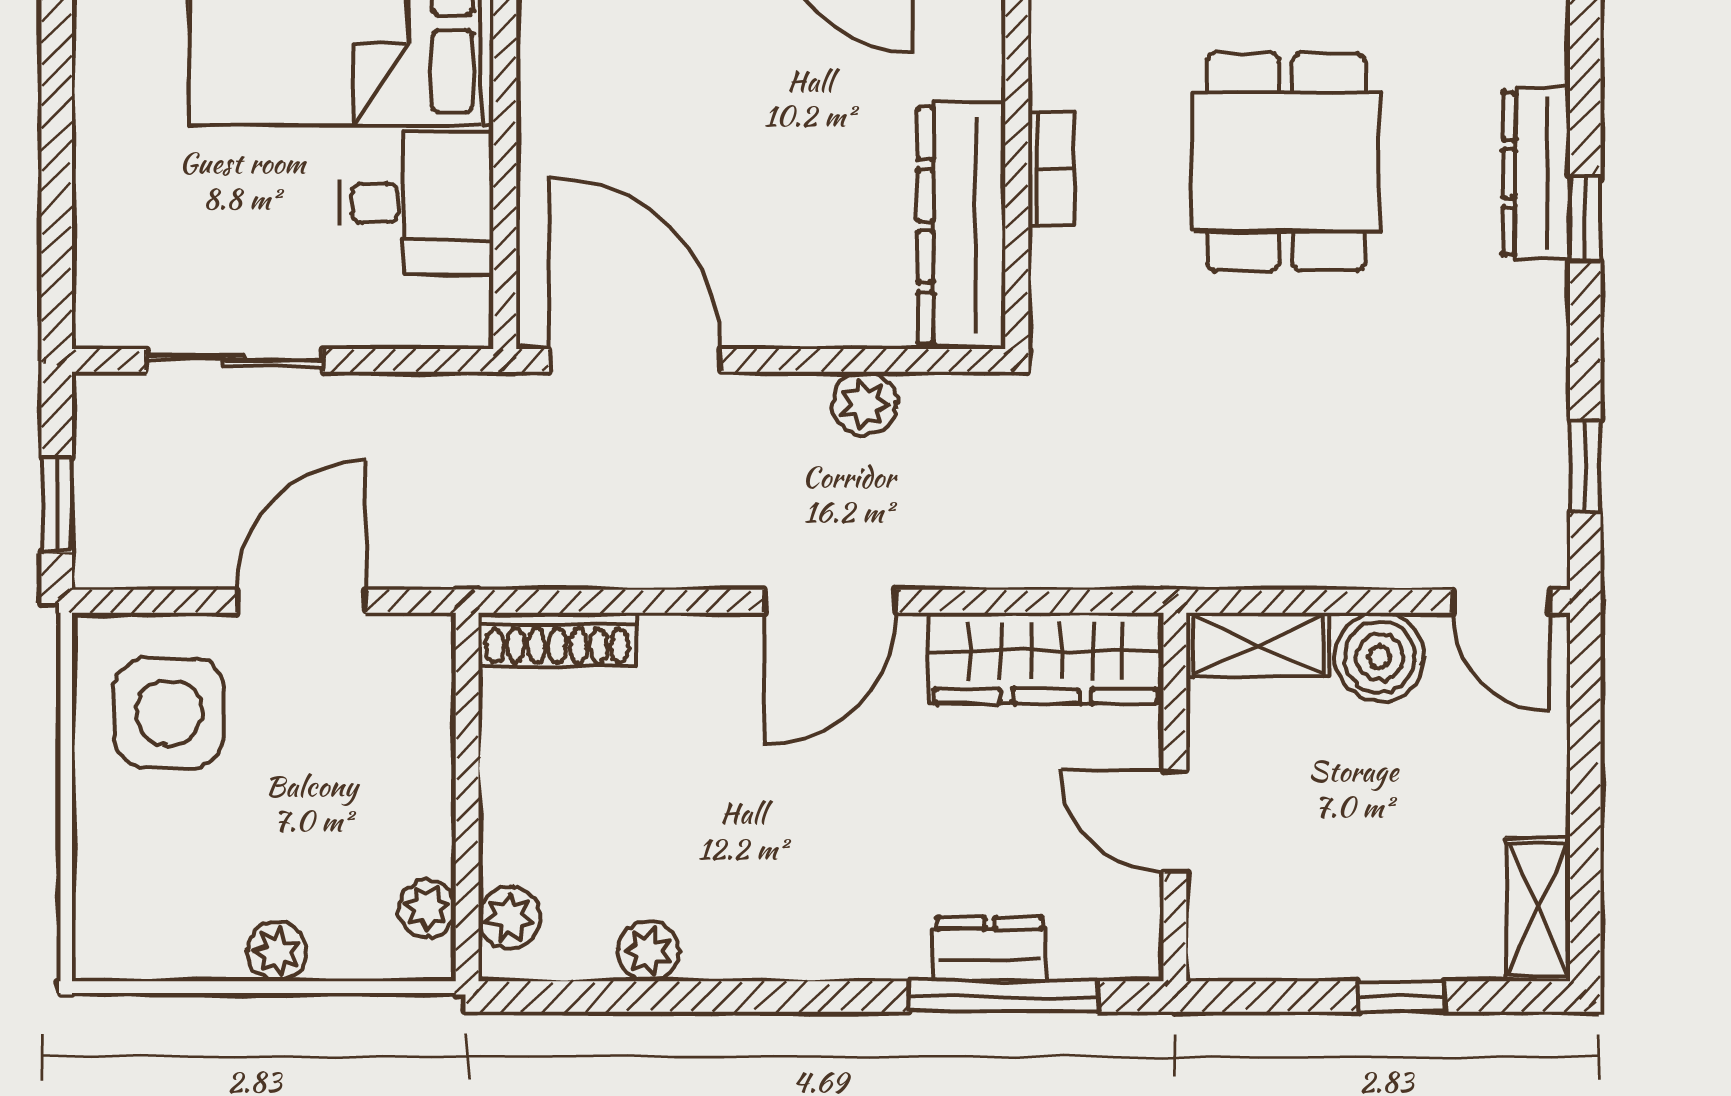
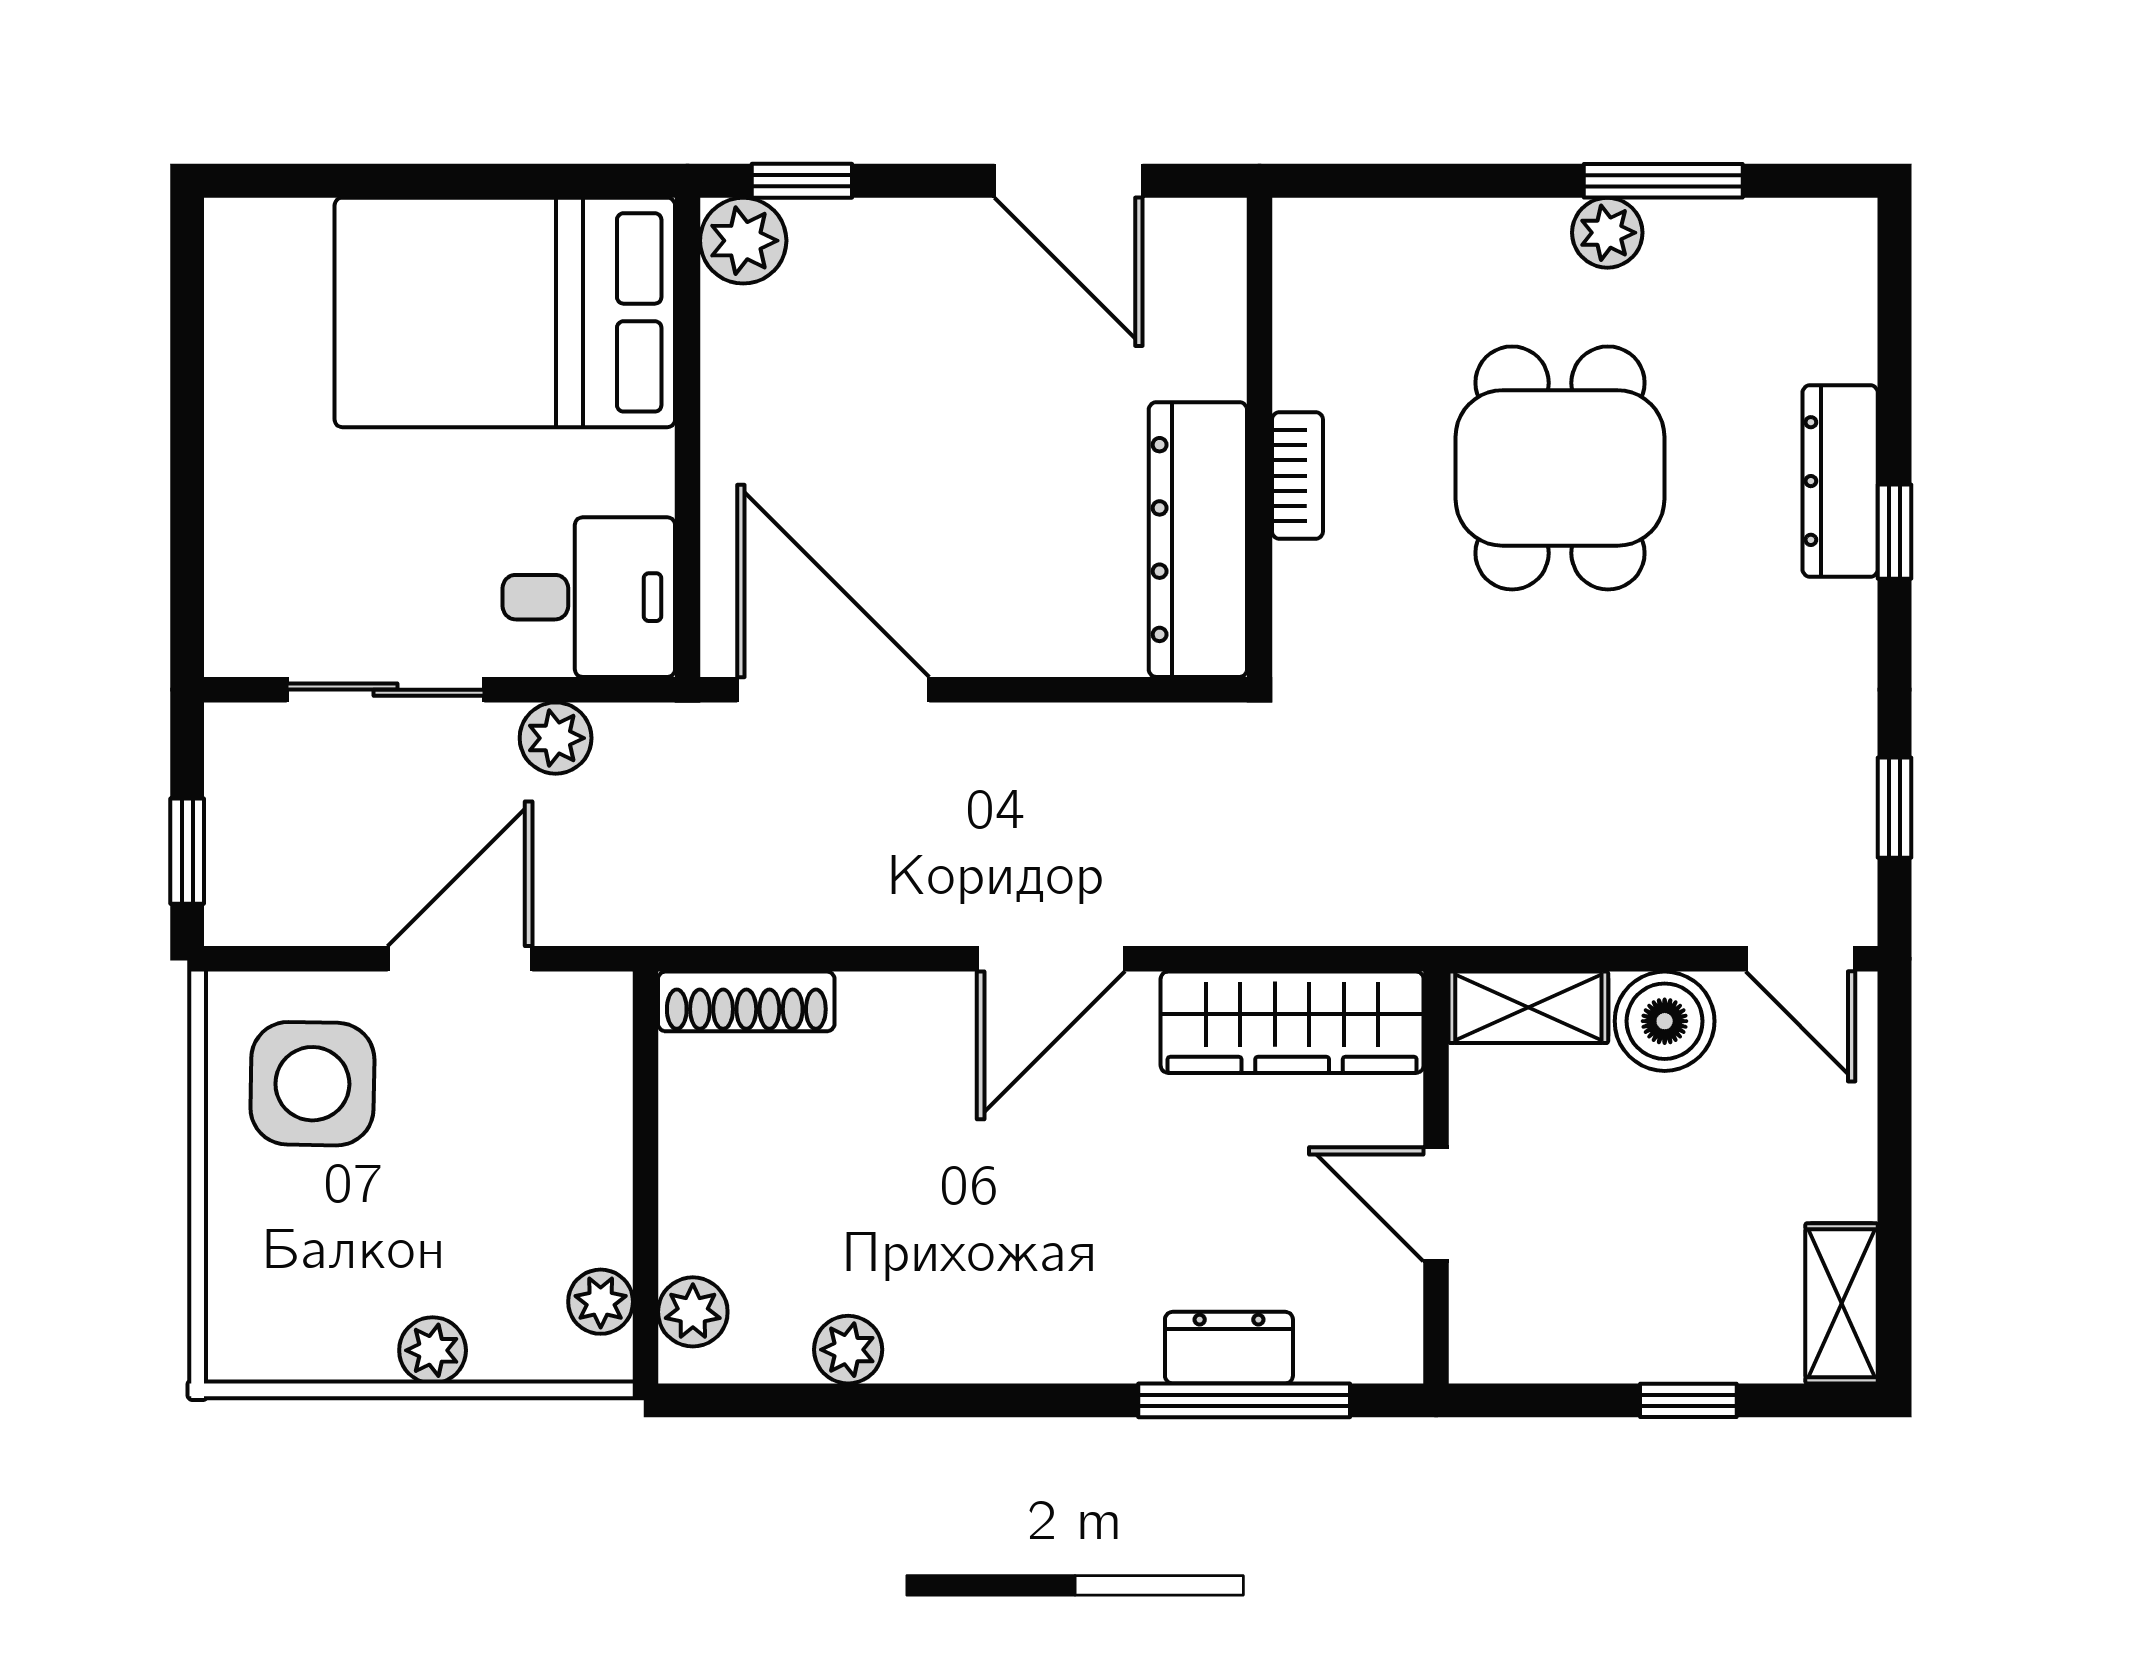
desk: (416, 203) -> (589, 597), moved
plant: (865, 404) -> (556, 738), moved

